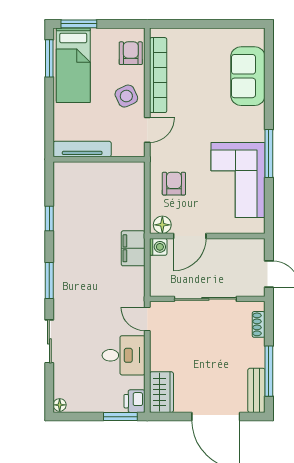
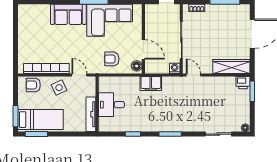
sofa: (248, 76) -> (68, 14), moved
washing machine: (158, 247) -> (175, 68), moved
door: (147, 319) -> (193, 75), swing flipped
sliding door: (49, 341) -> (218, 134), moved
desk: (124, 355) -> (111, 105), moved, turned -90
bench: (256, 390) -> (236, 9), removed
wardrobe: (161, 392) -> (231, 66), width x1.50

